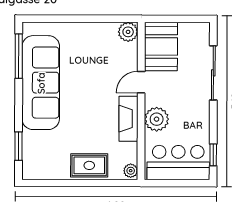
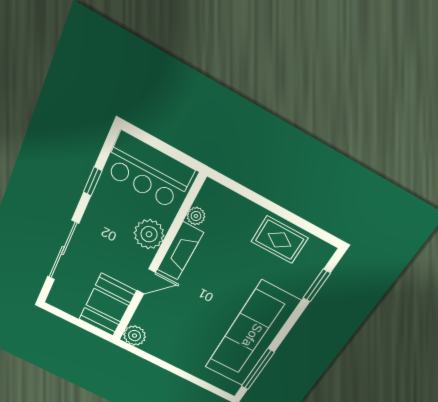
window: (213, 155) -> (93, 181), moved
rug: (89, 165) -> (280, 240), moved
plant: (131, 171) -> (196, 216), moved

